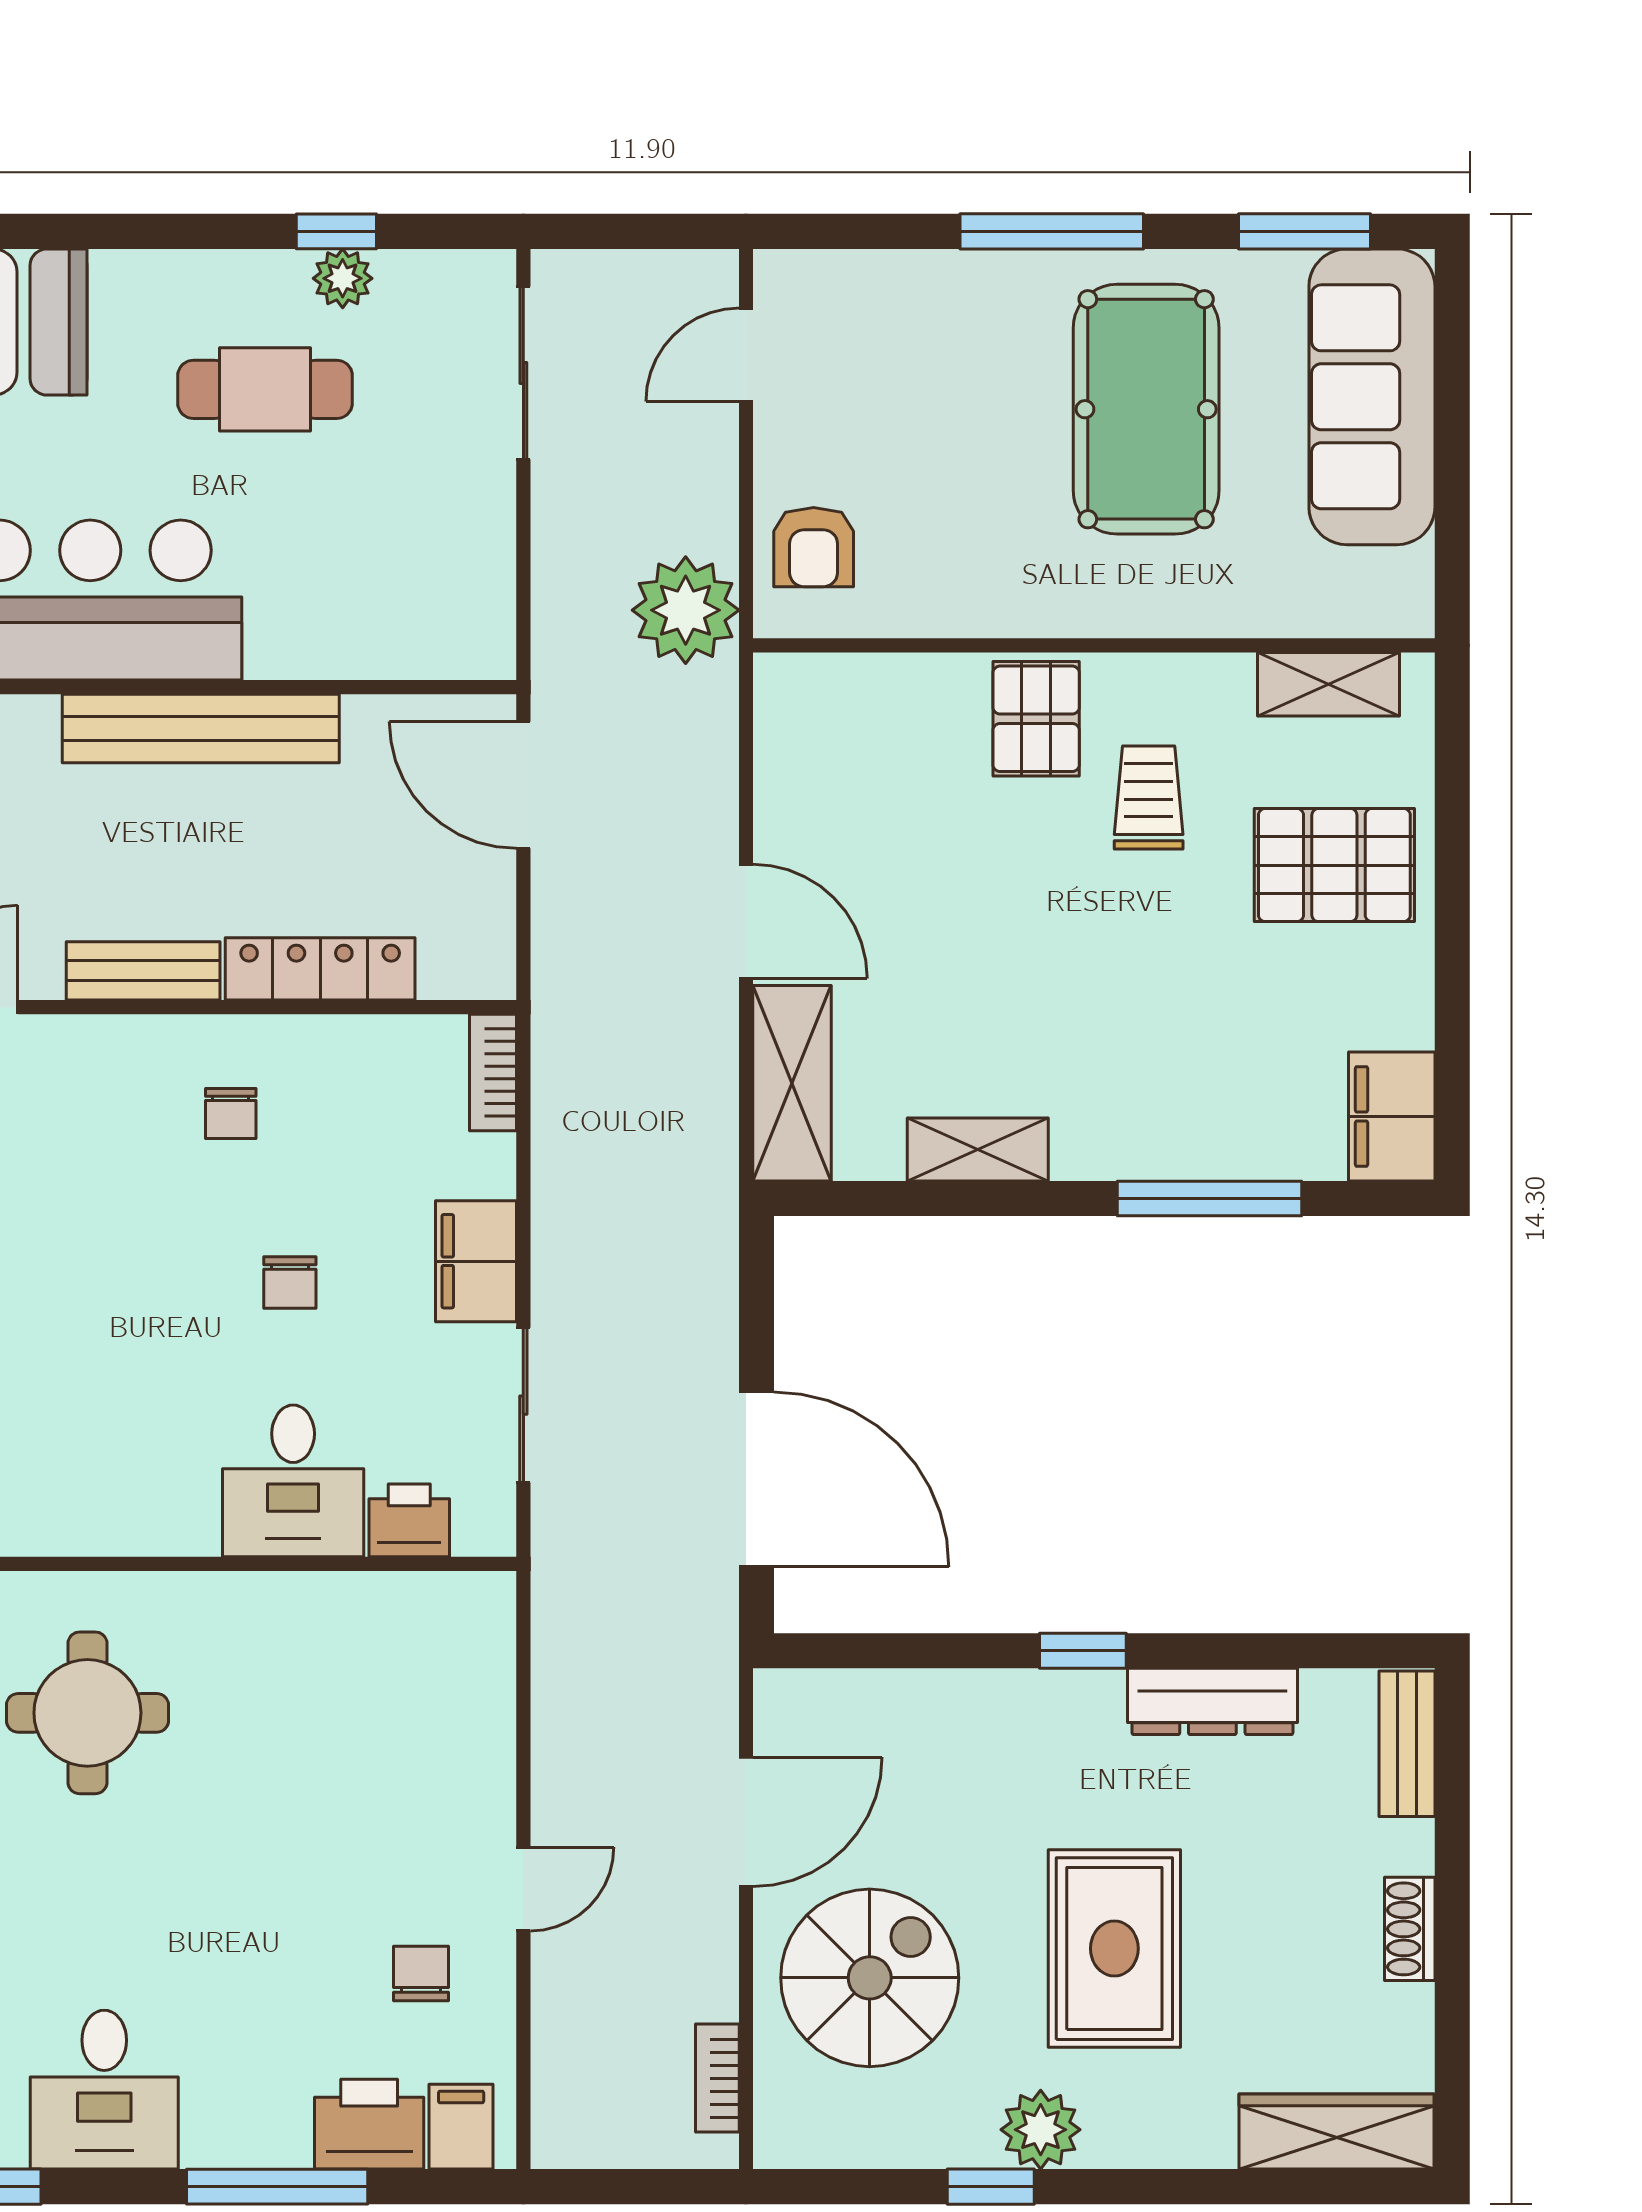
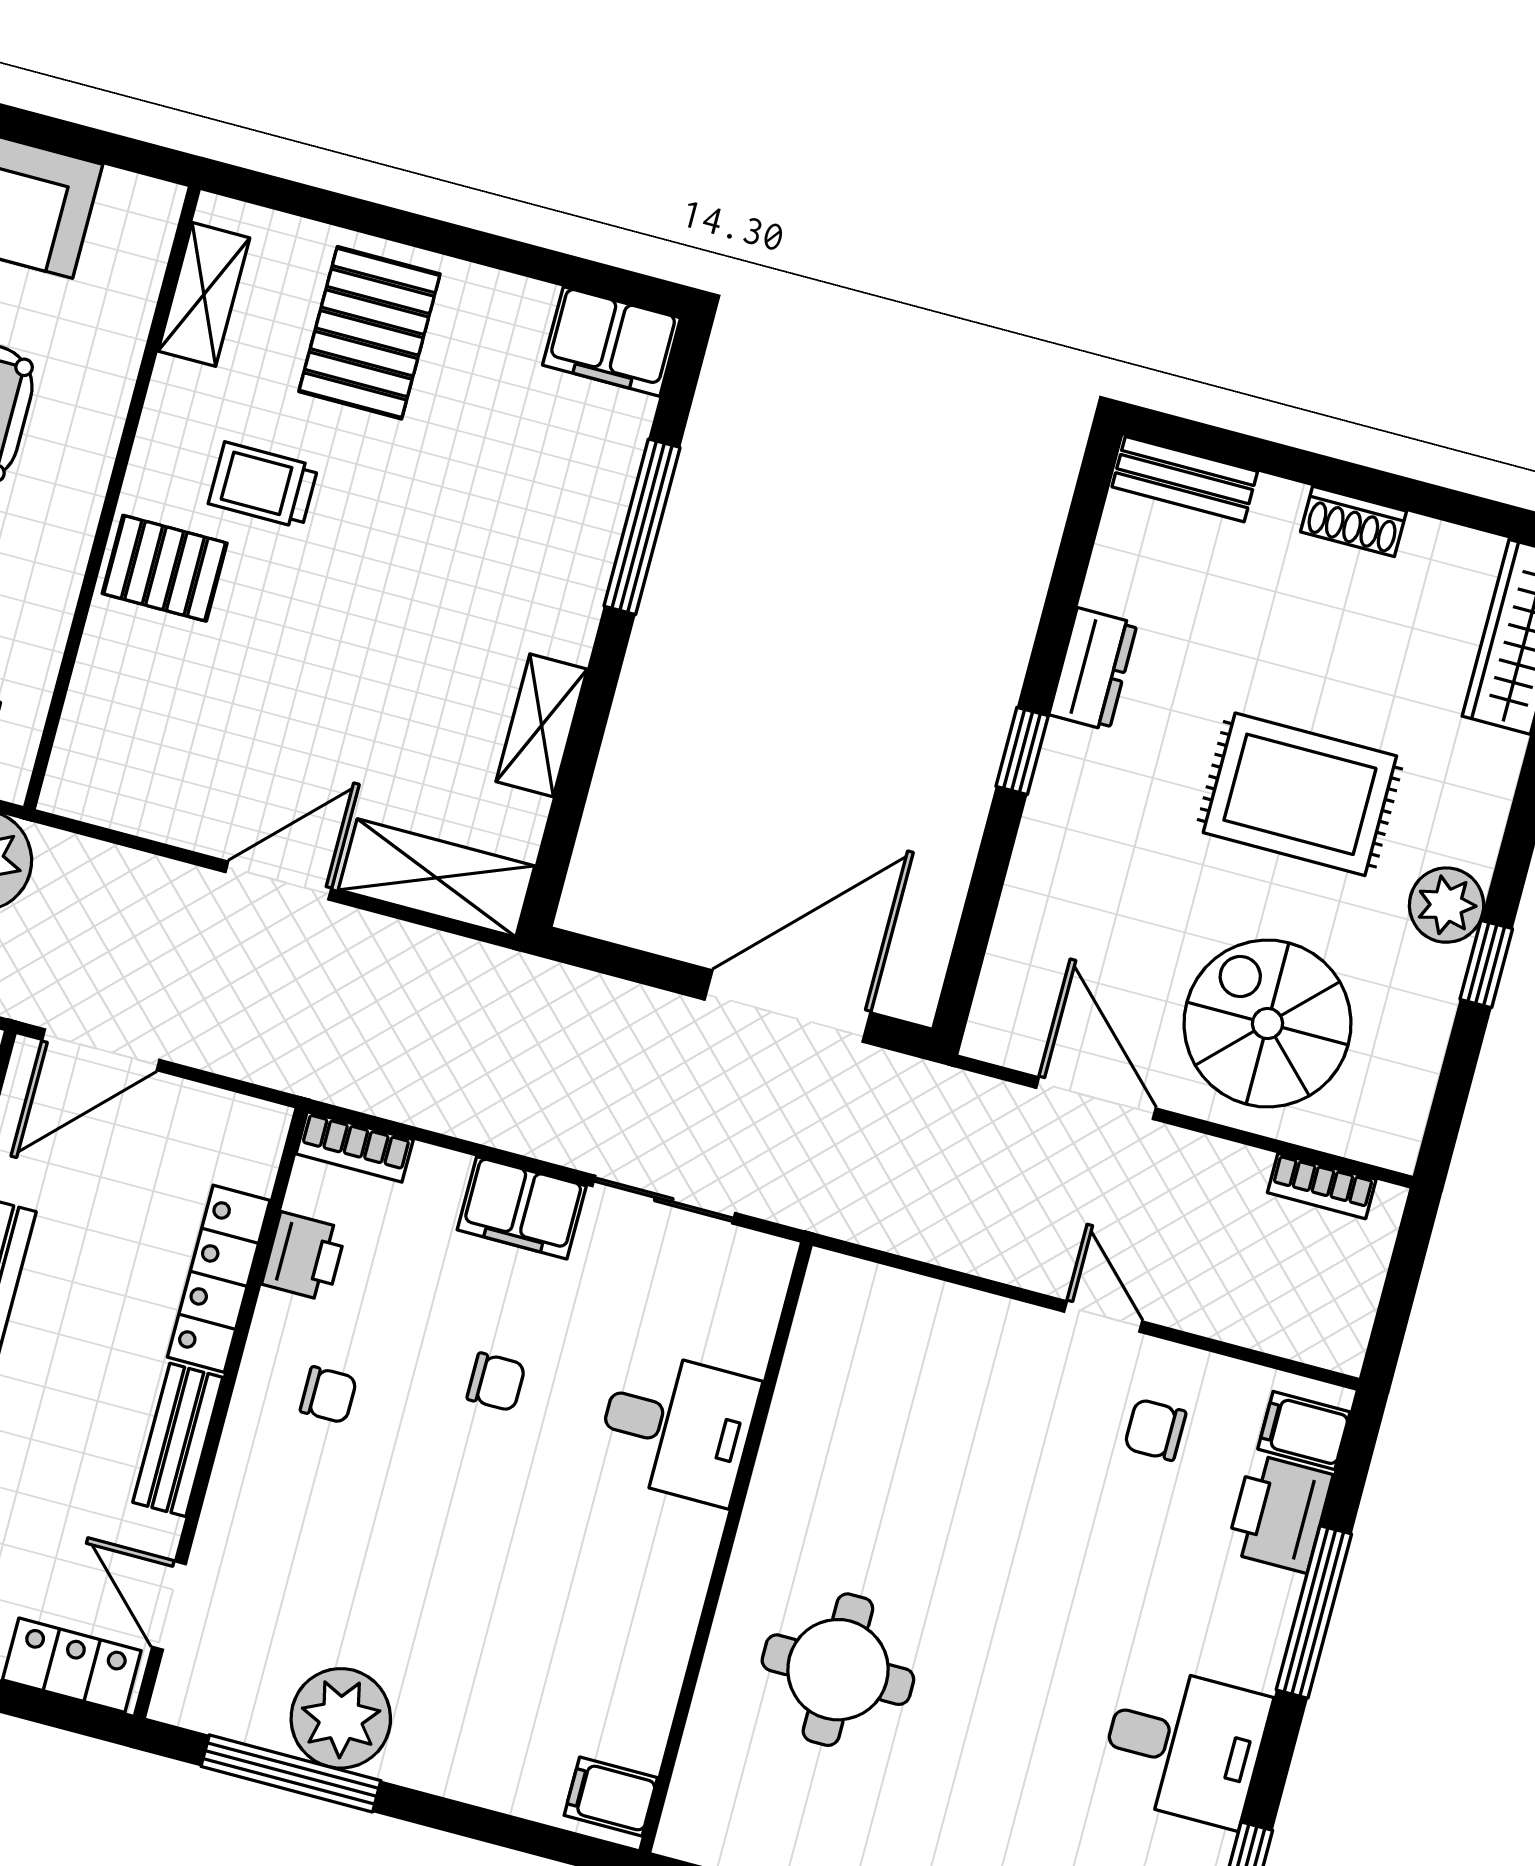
printer: (409, 1520) -> (304, 1257), moved, turned 180
dresser: (1212, 1701) -> (1093, 669), width x0.70

